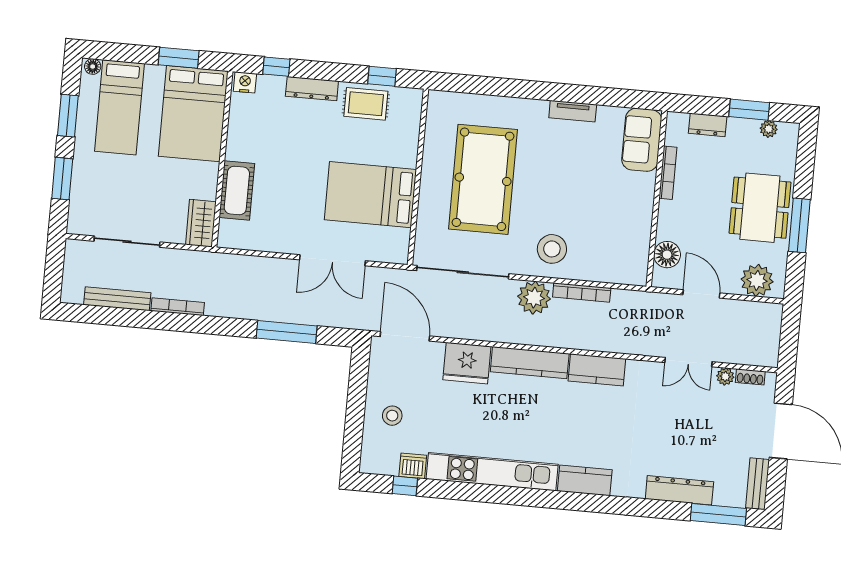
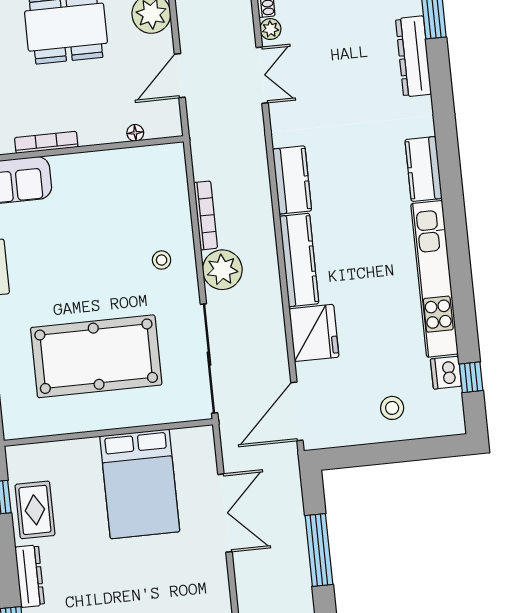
stool: (552, 249) -> (162, 260), width x0.53, depth x0.53
floor lamp: (667, 255) -> (135, 133), width x0.53, depth x0.53

